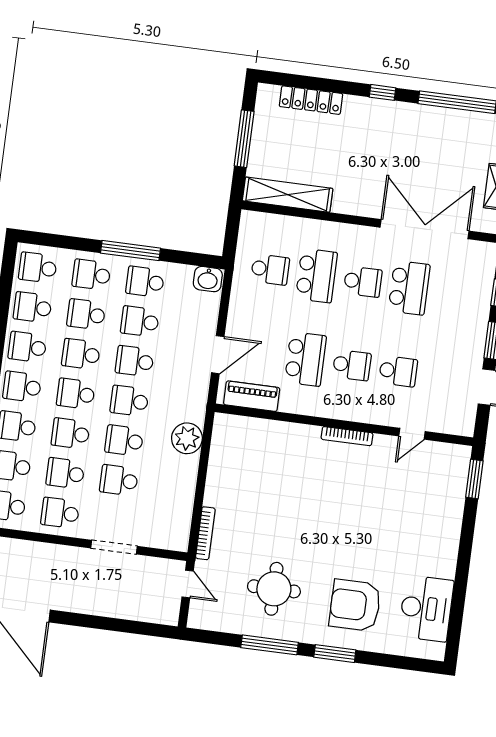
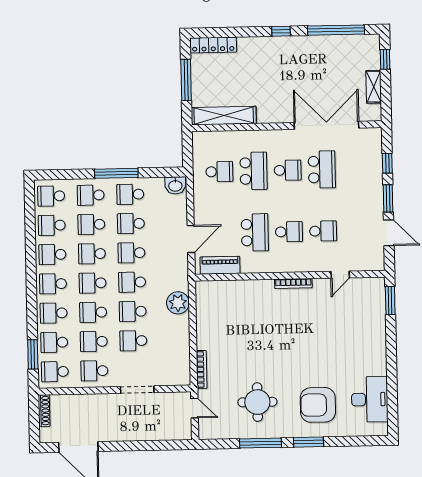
locker: (311, 100) -> (213, 45), moved

